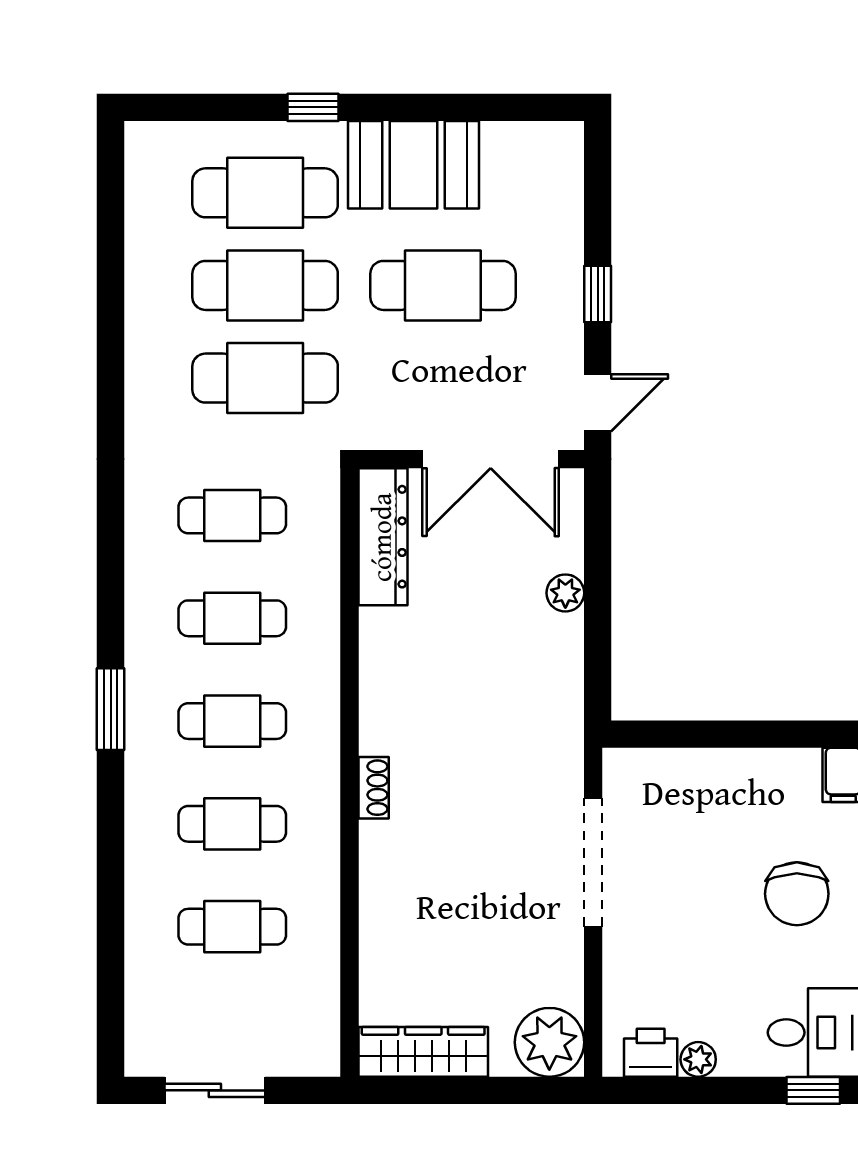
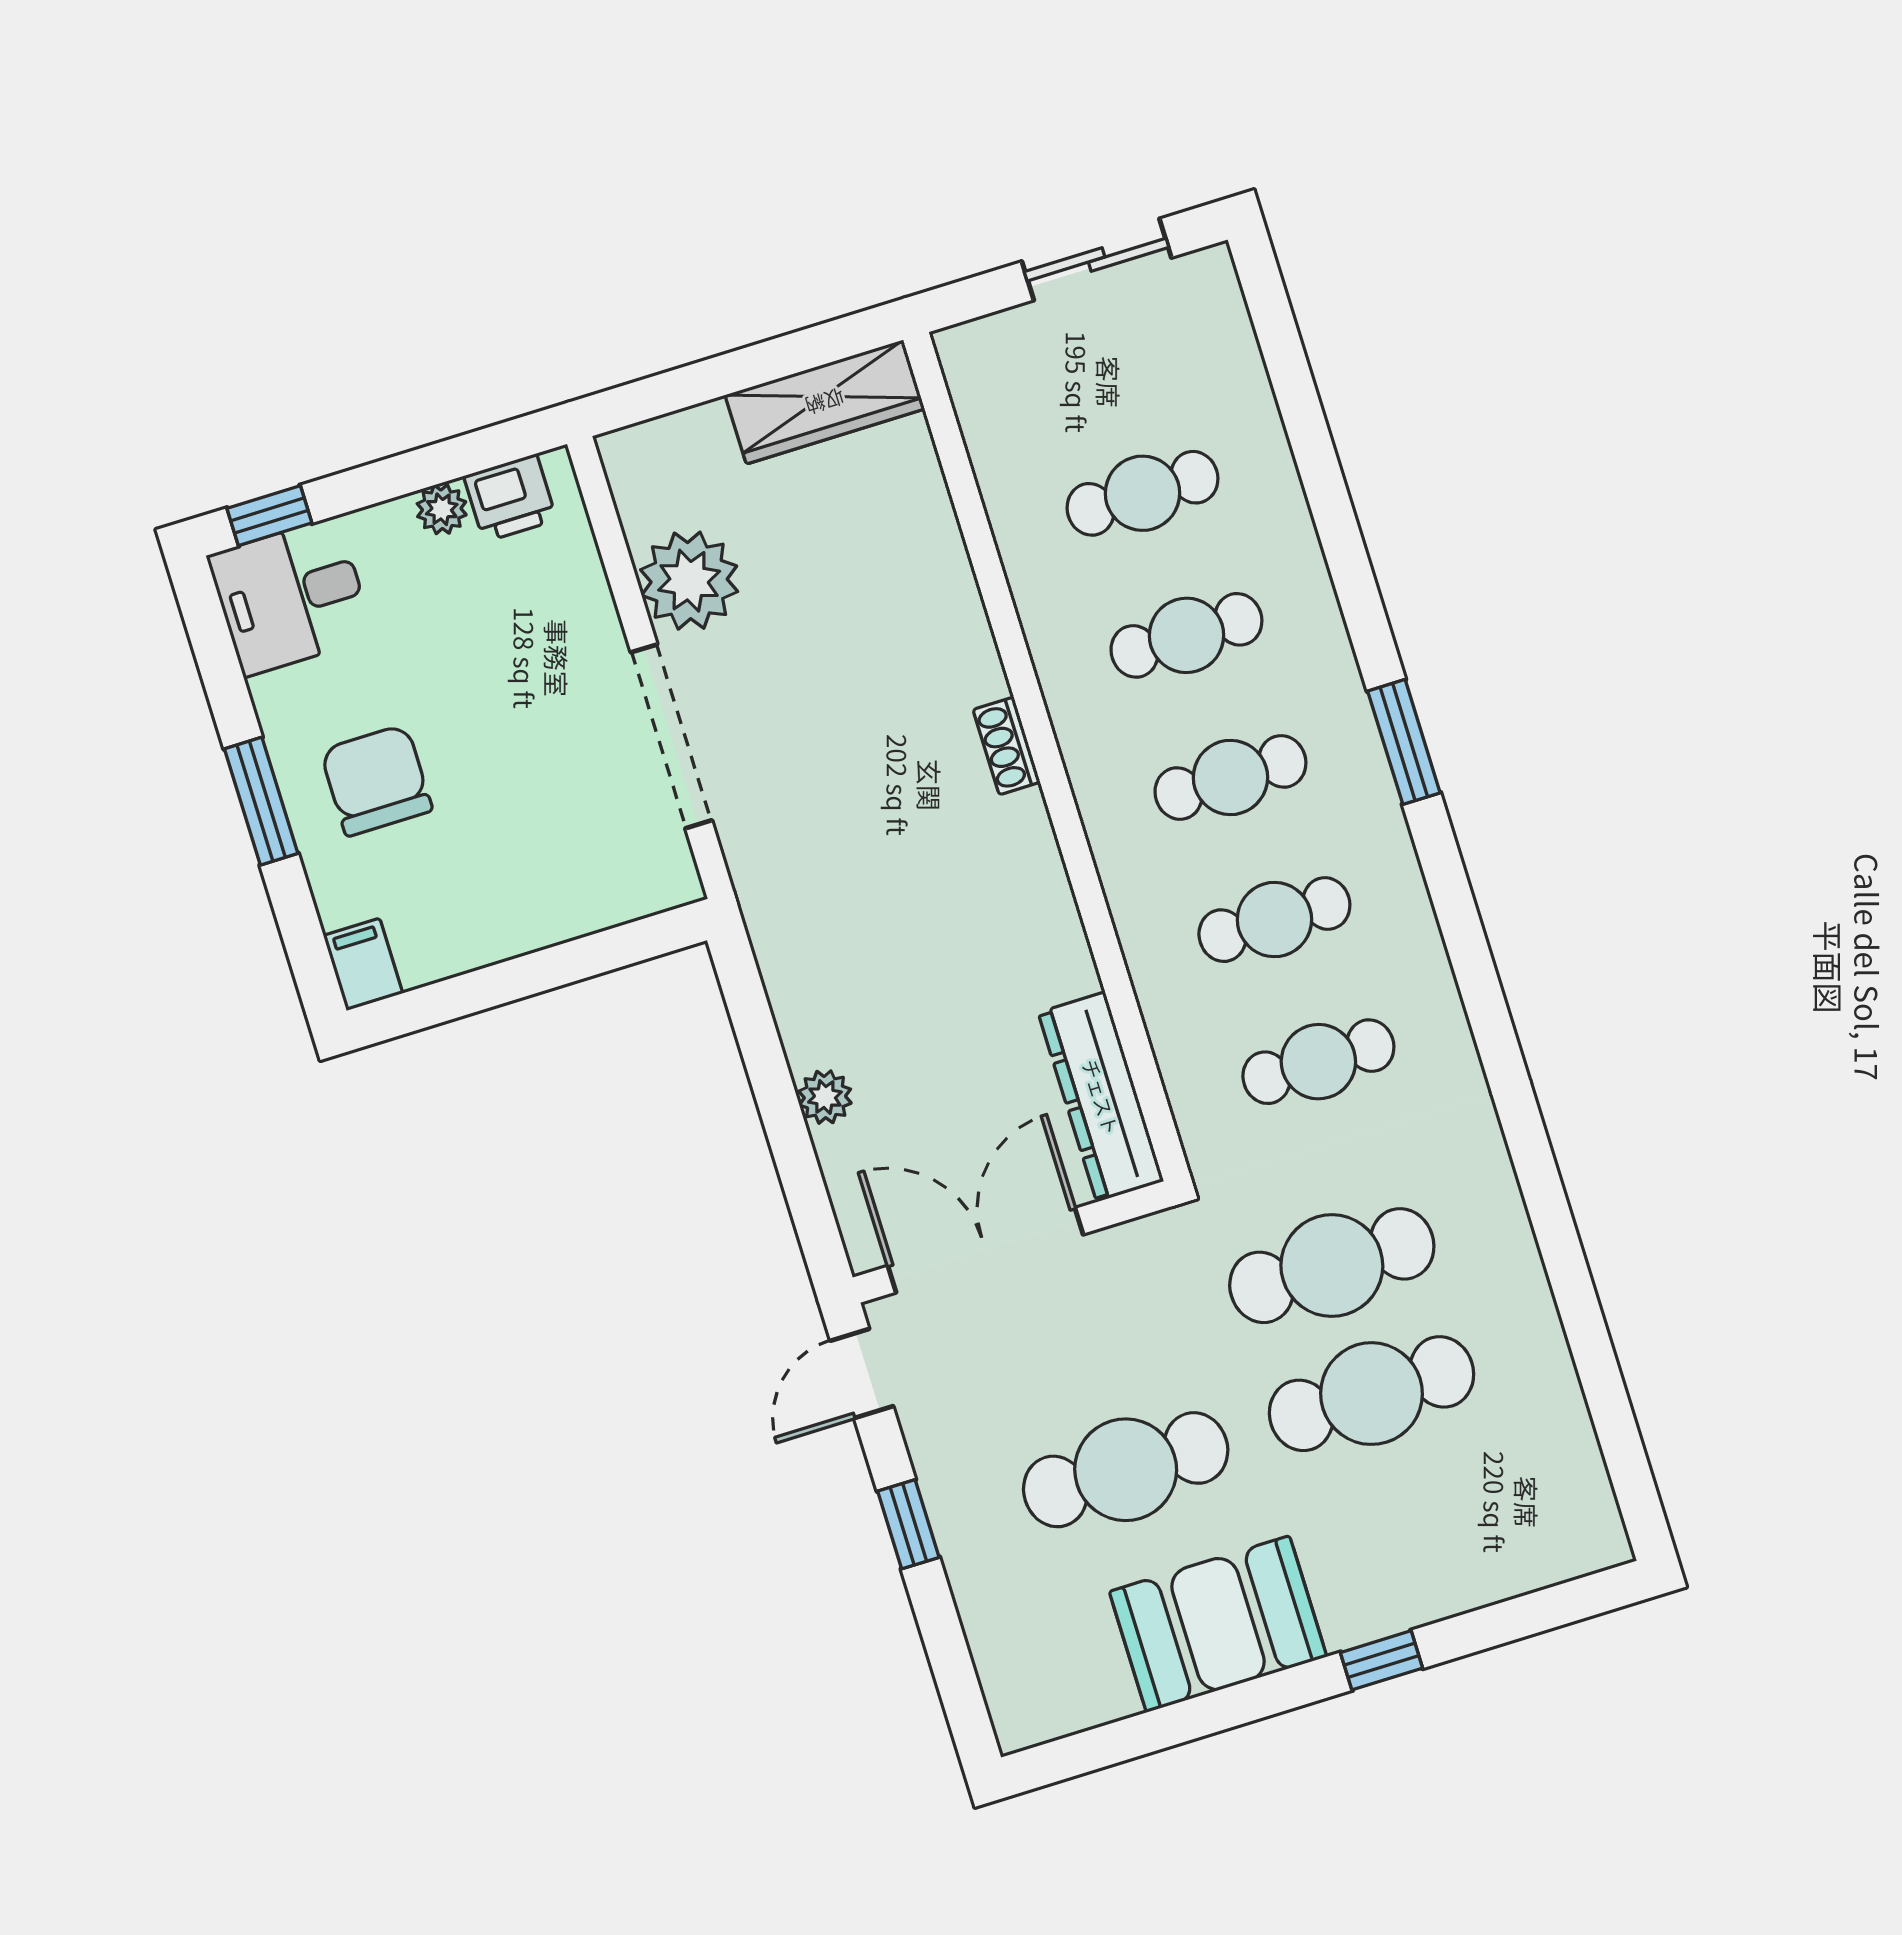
cafe table: (265, 193) -> (1411, 1522), removed
plant: (549, 1042) -> (689, 581), moved

